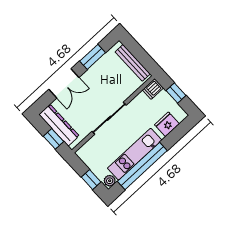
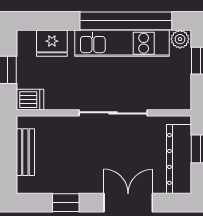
window: (93, 57) -> (66, 203), width x0.67
bench: (133, 63) -> (25, 152), width x0.73

